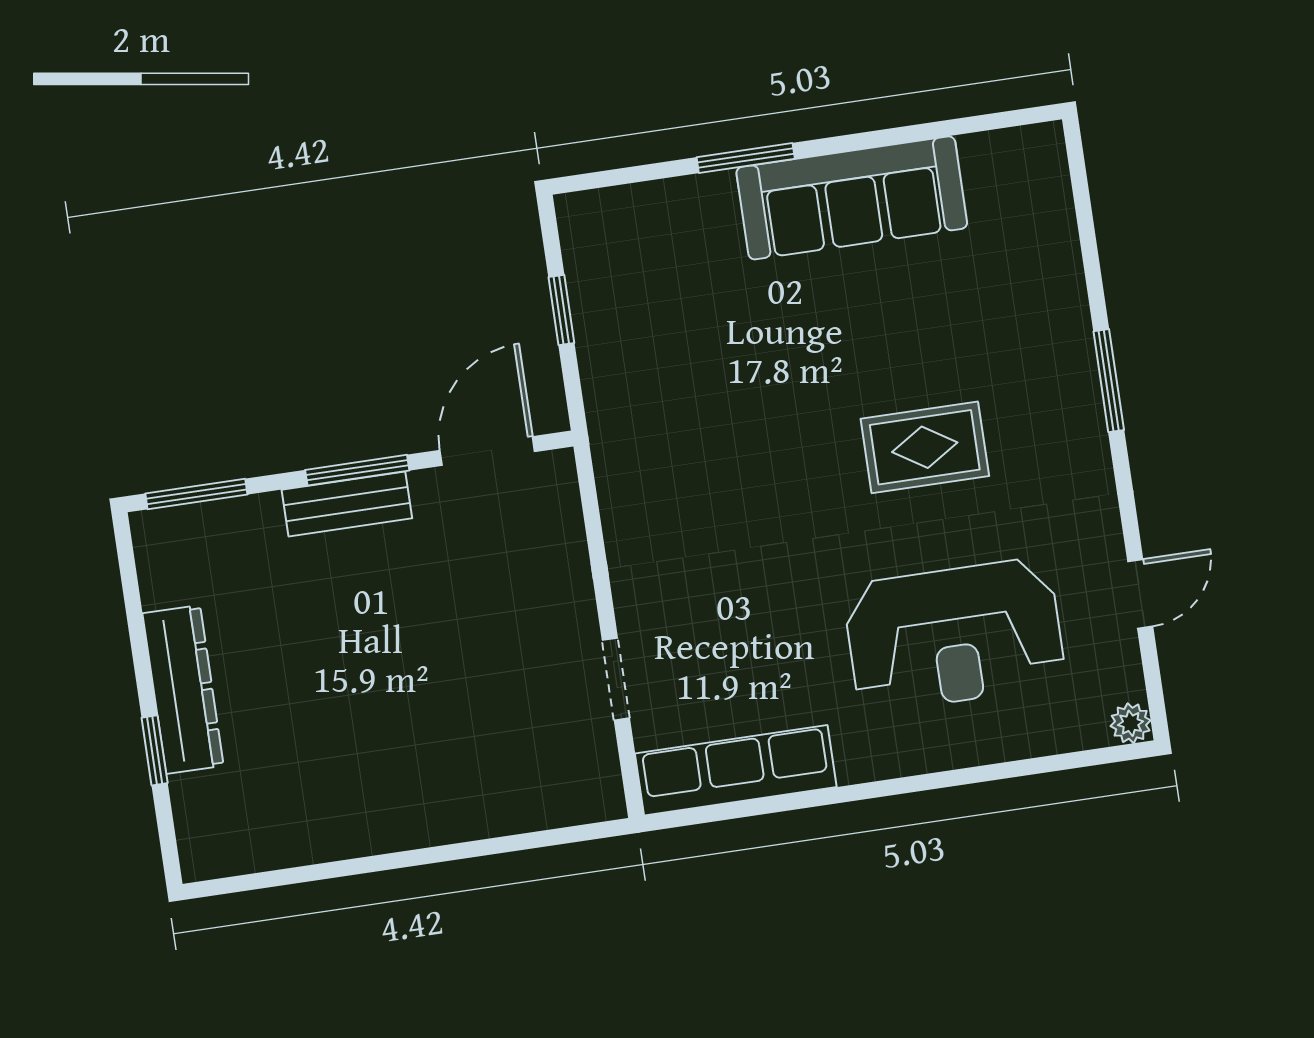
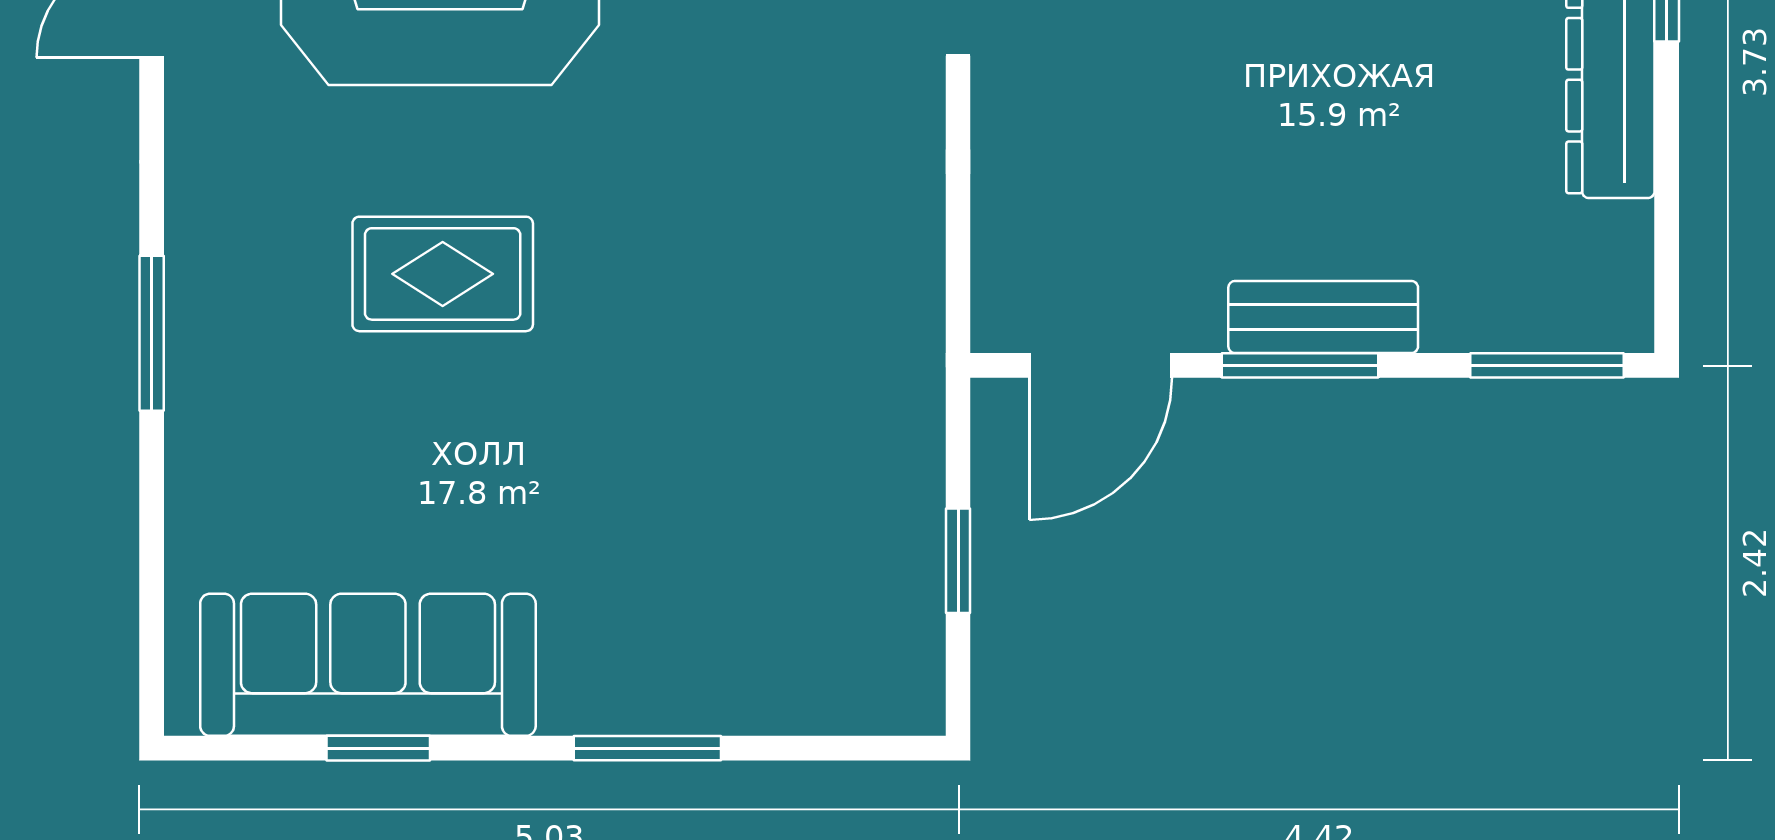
window: (921, 132) -> (378, 748), added
sofa: (852, 198) -> (368, 665), moved

